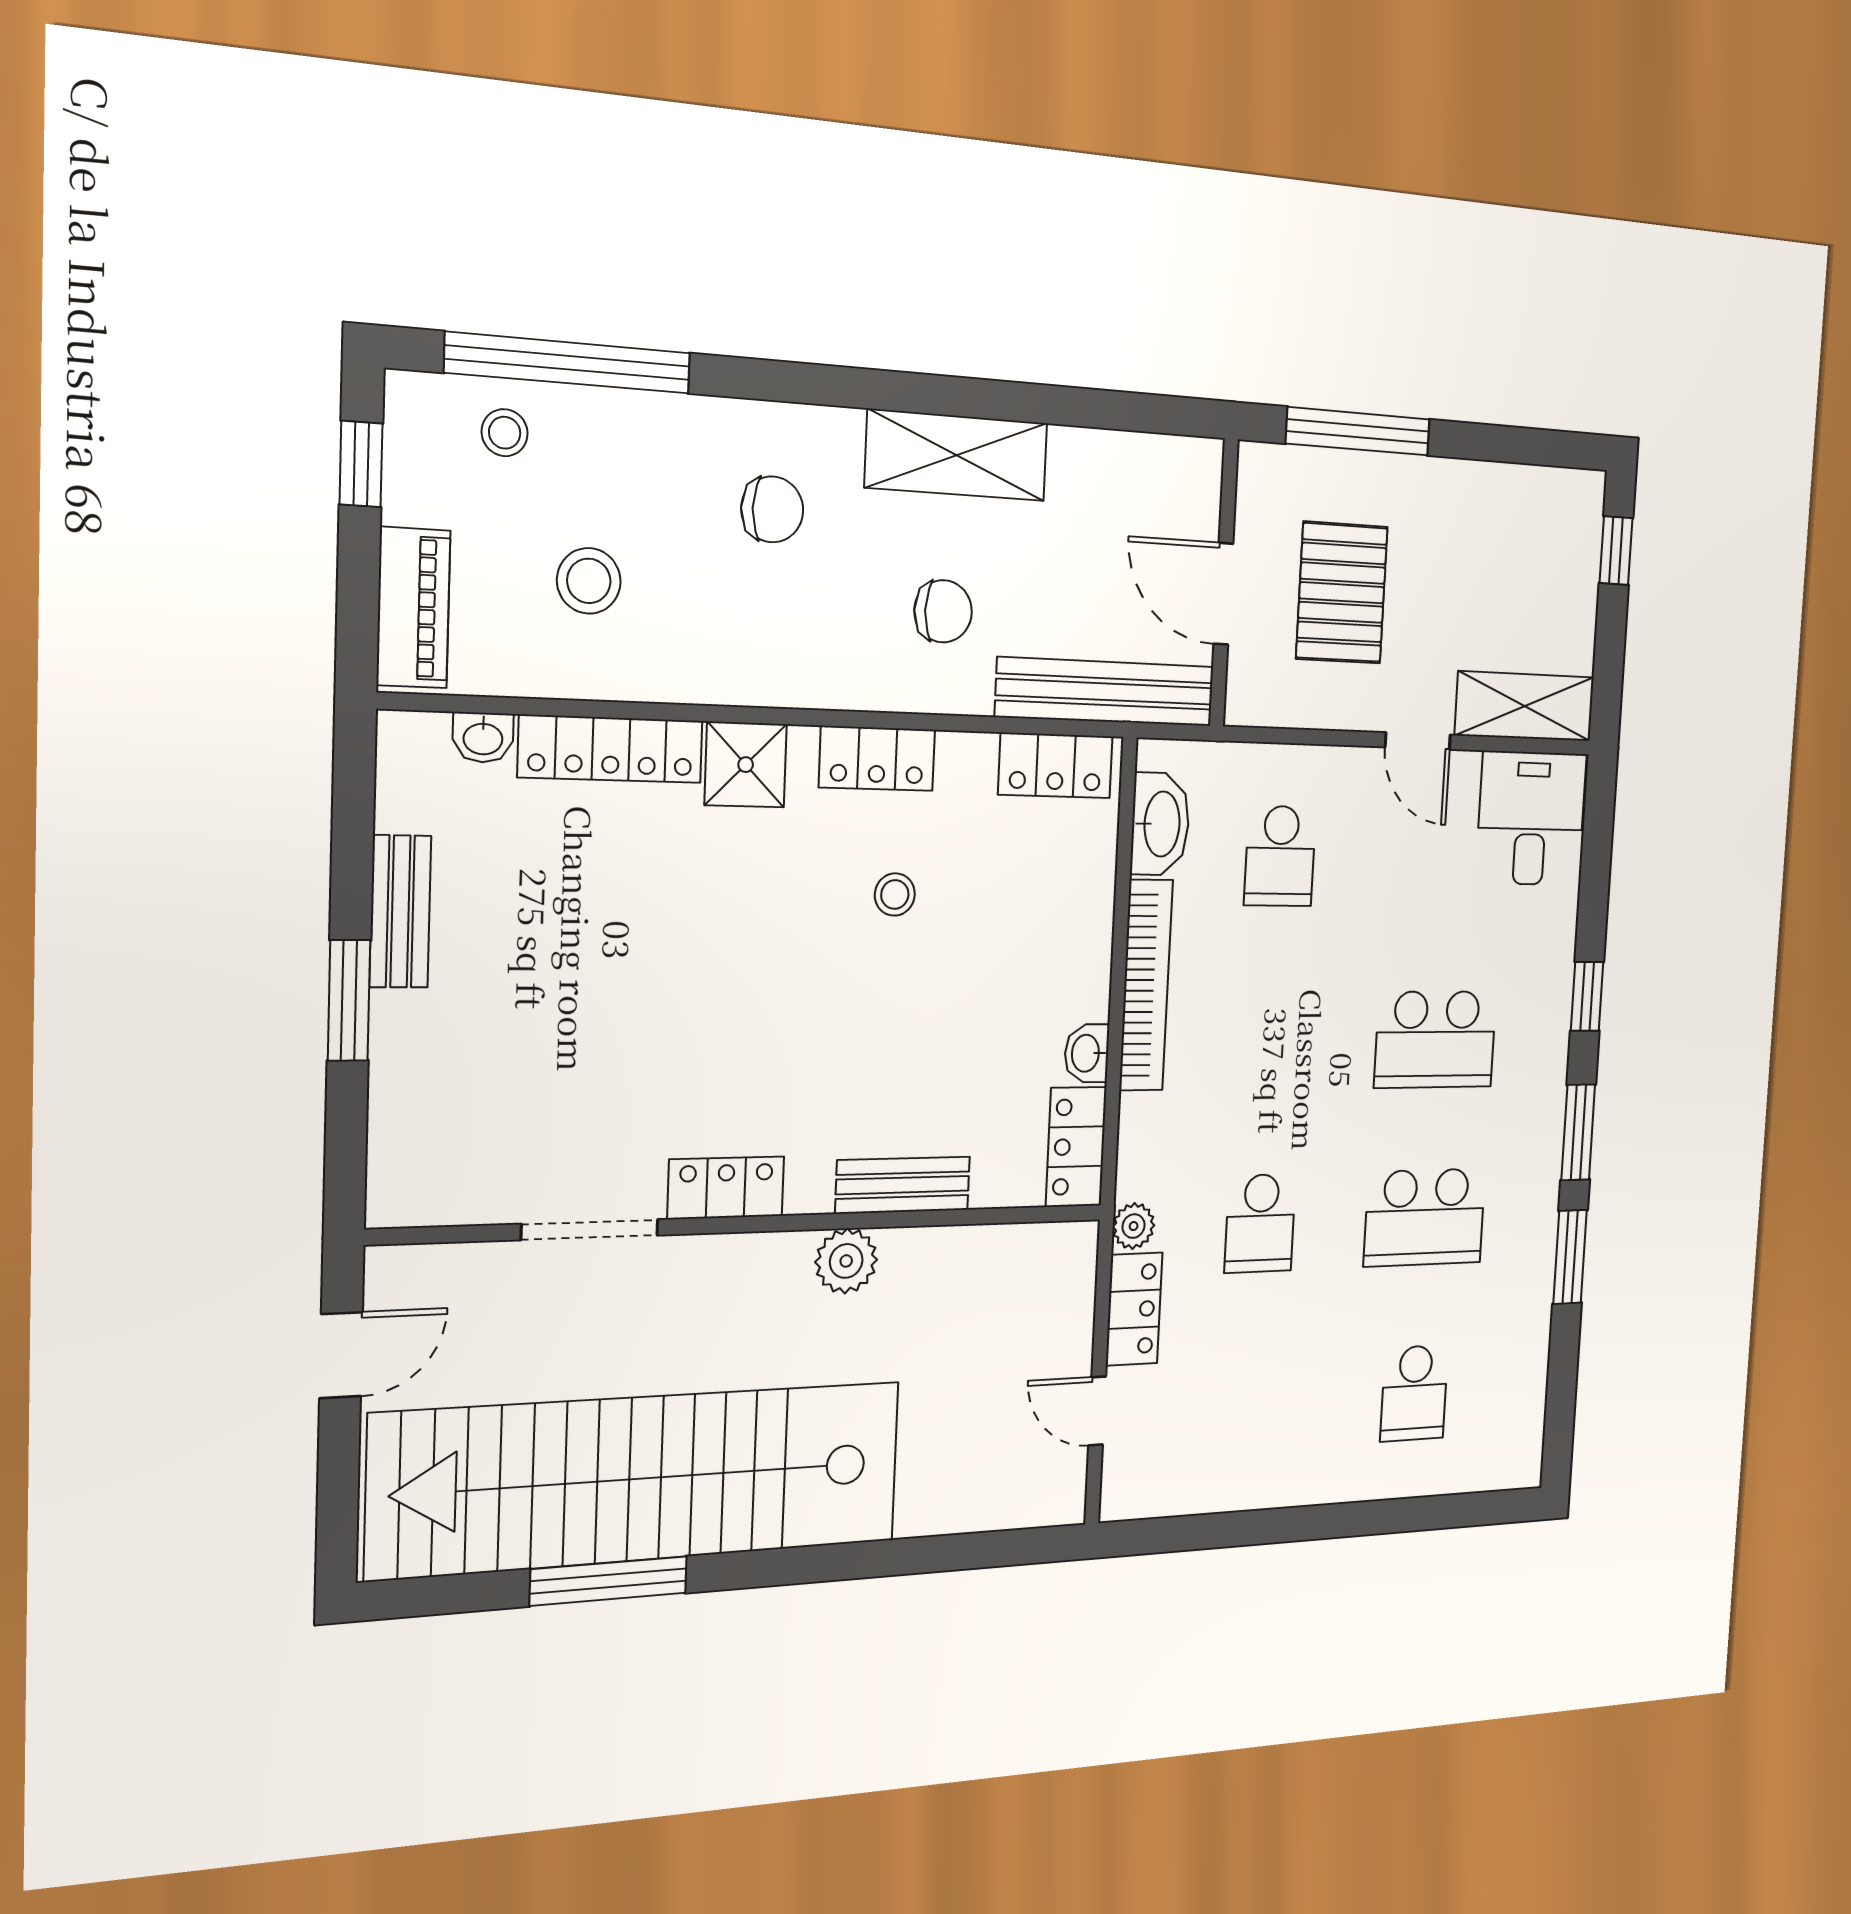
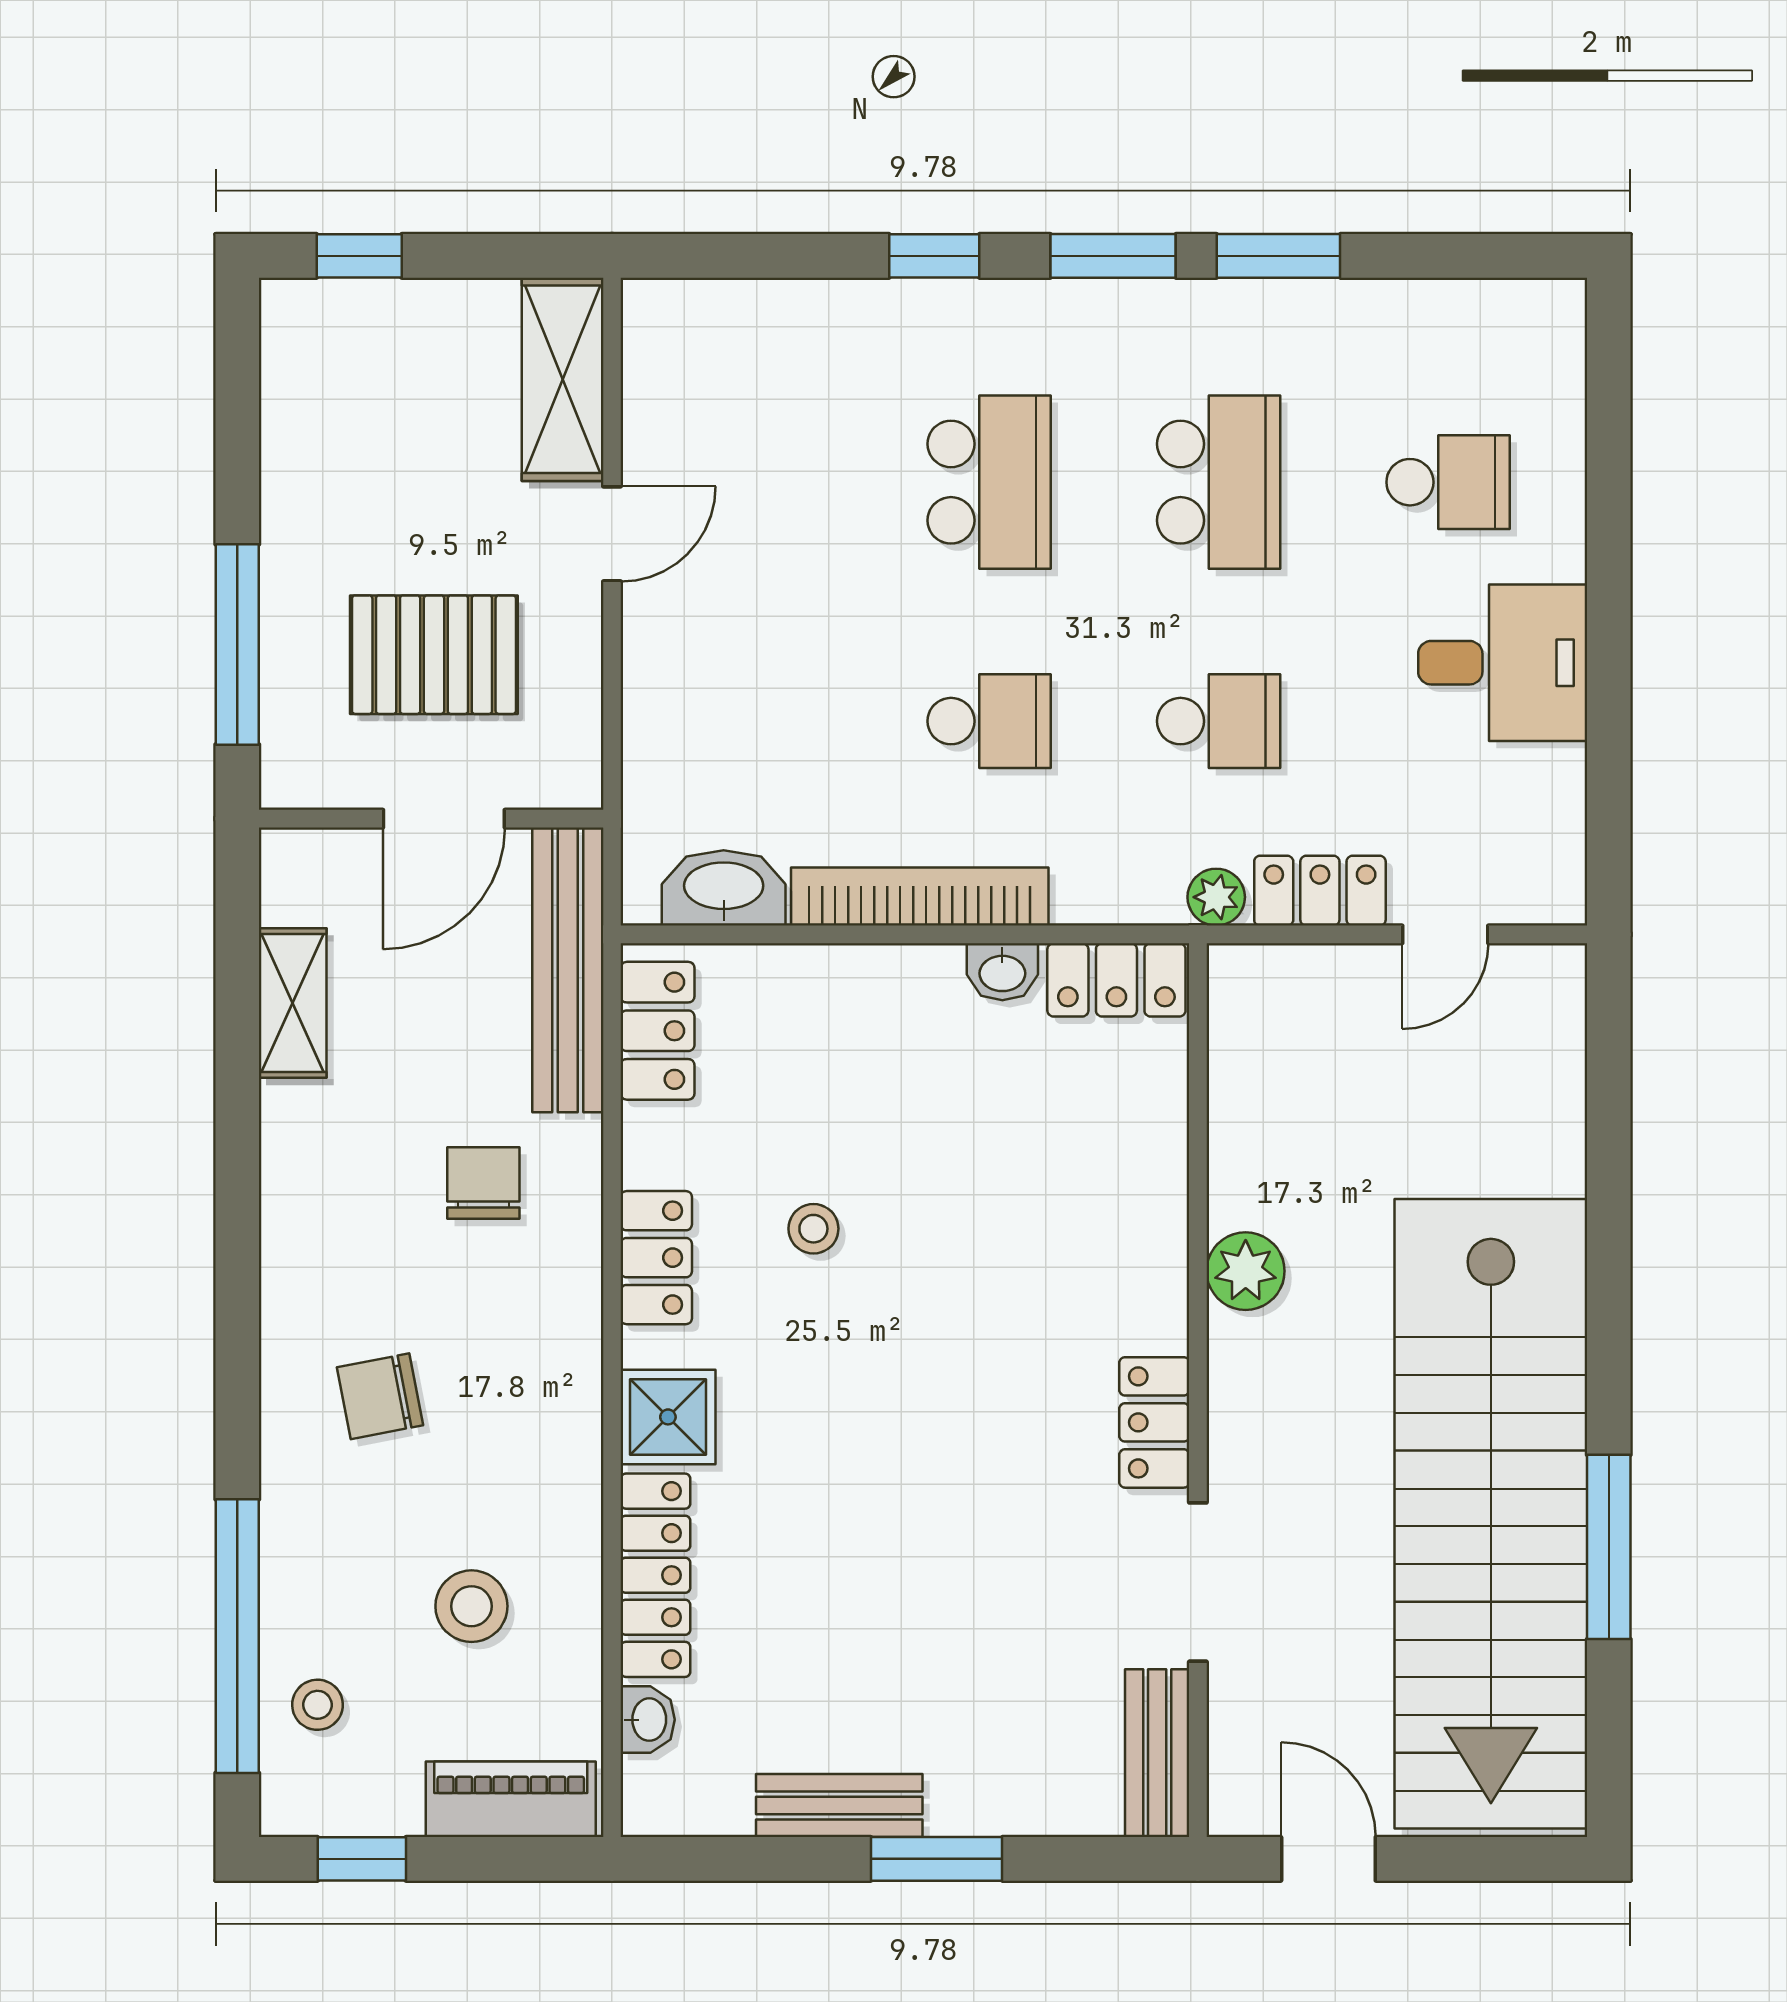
shelving: (957, 455) -> (293, 1003), moved, width x0.67, depth x0.75
chair: (772, 509) -> (380, 1396), turned -101
desk: (1531, 819) -> (1503, 663), moved, turned 180
school desk: (1280, 856) -> (989, 721), moved
bench: (903, 1185) -> (1157, 1753), moved

